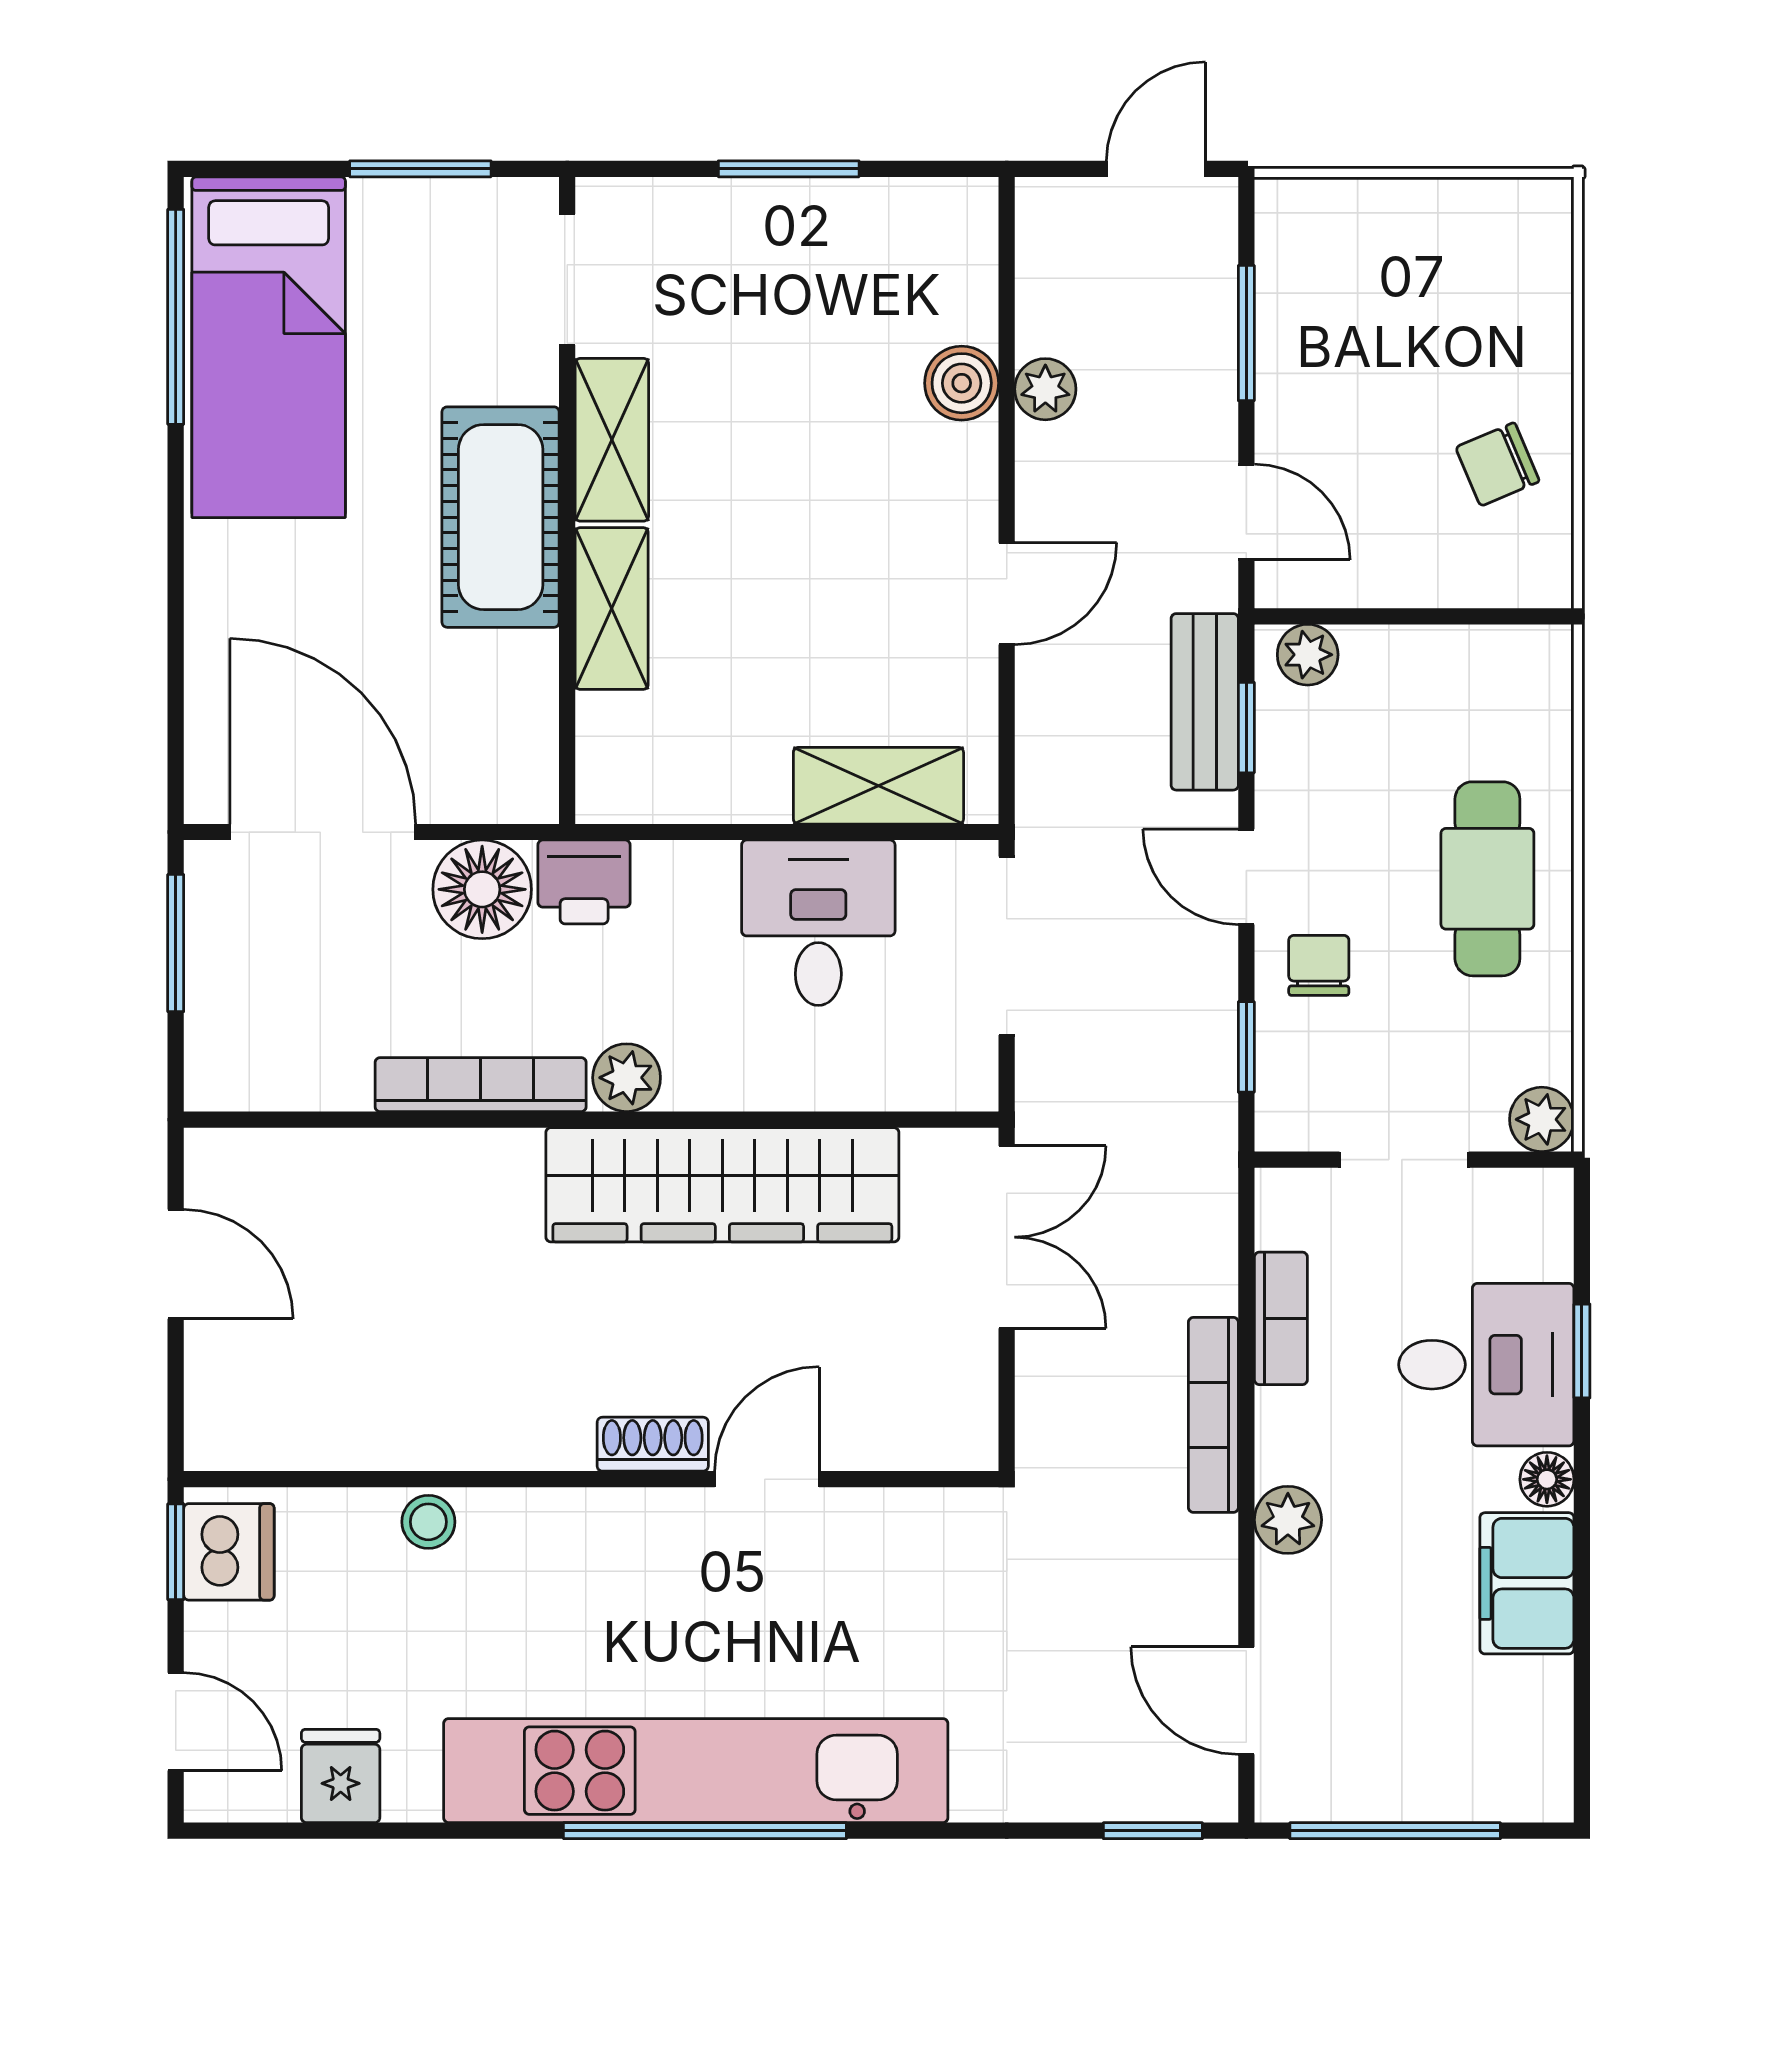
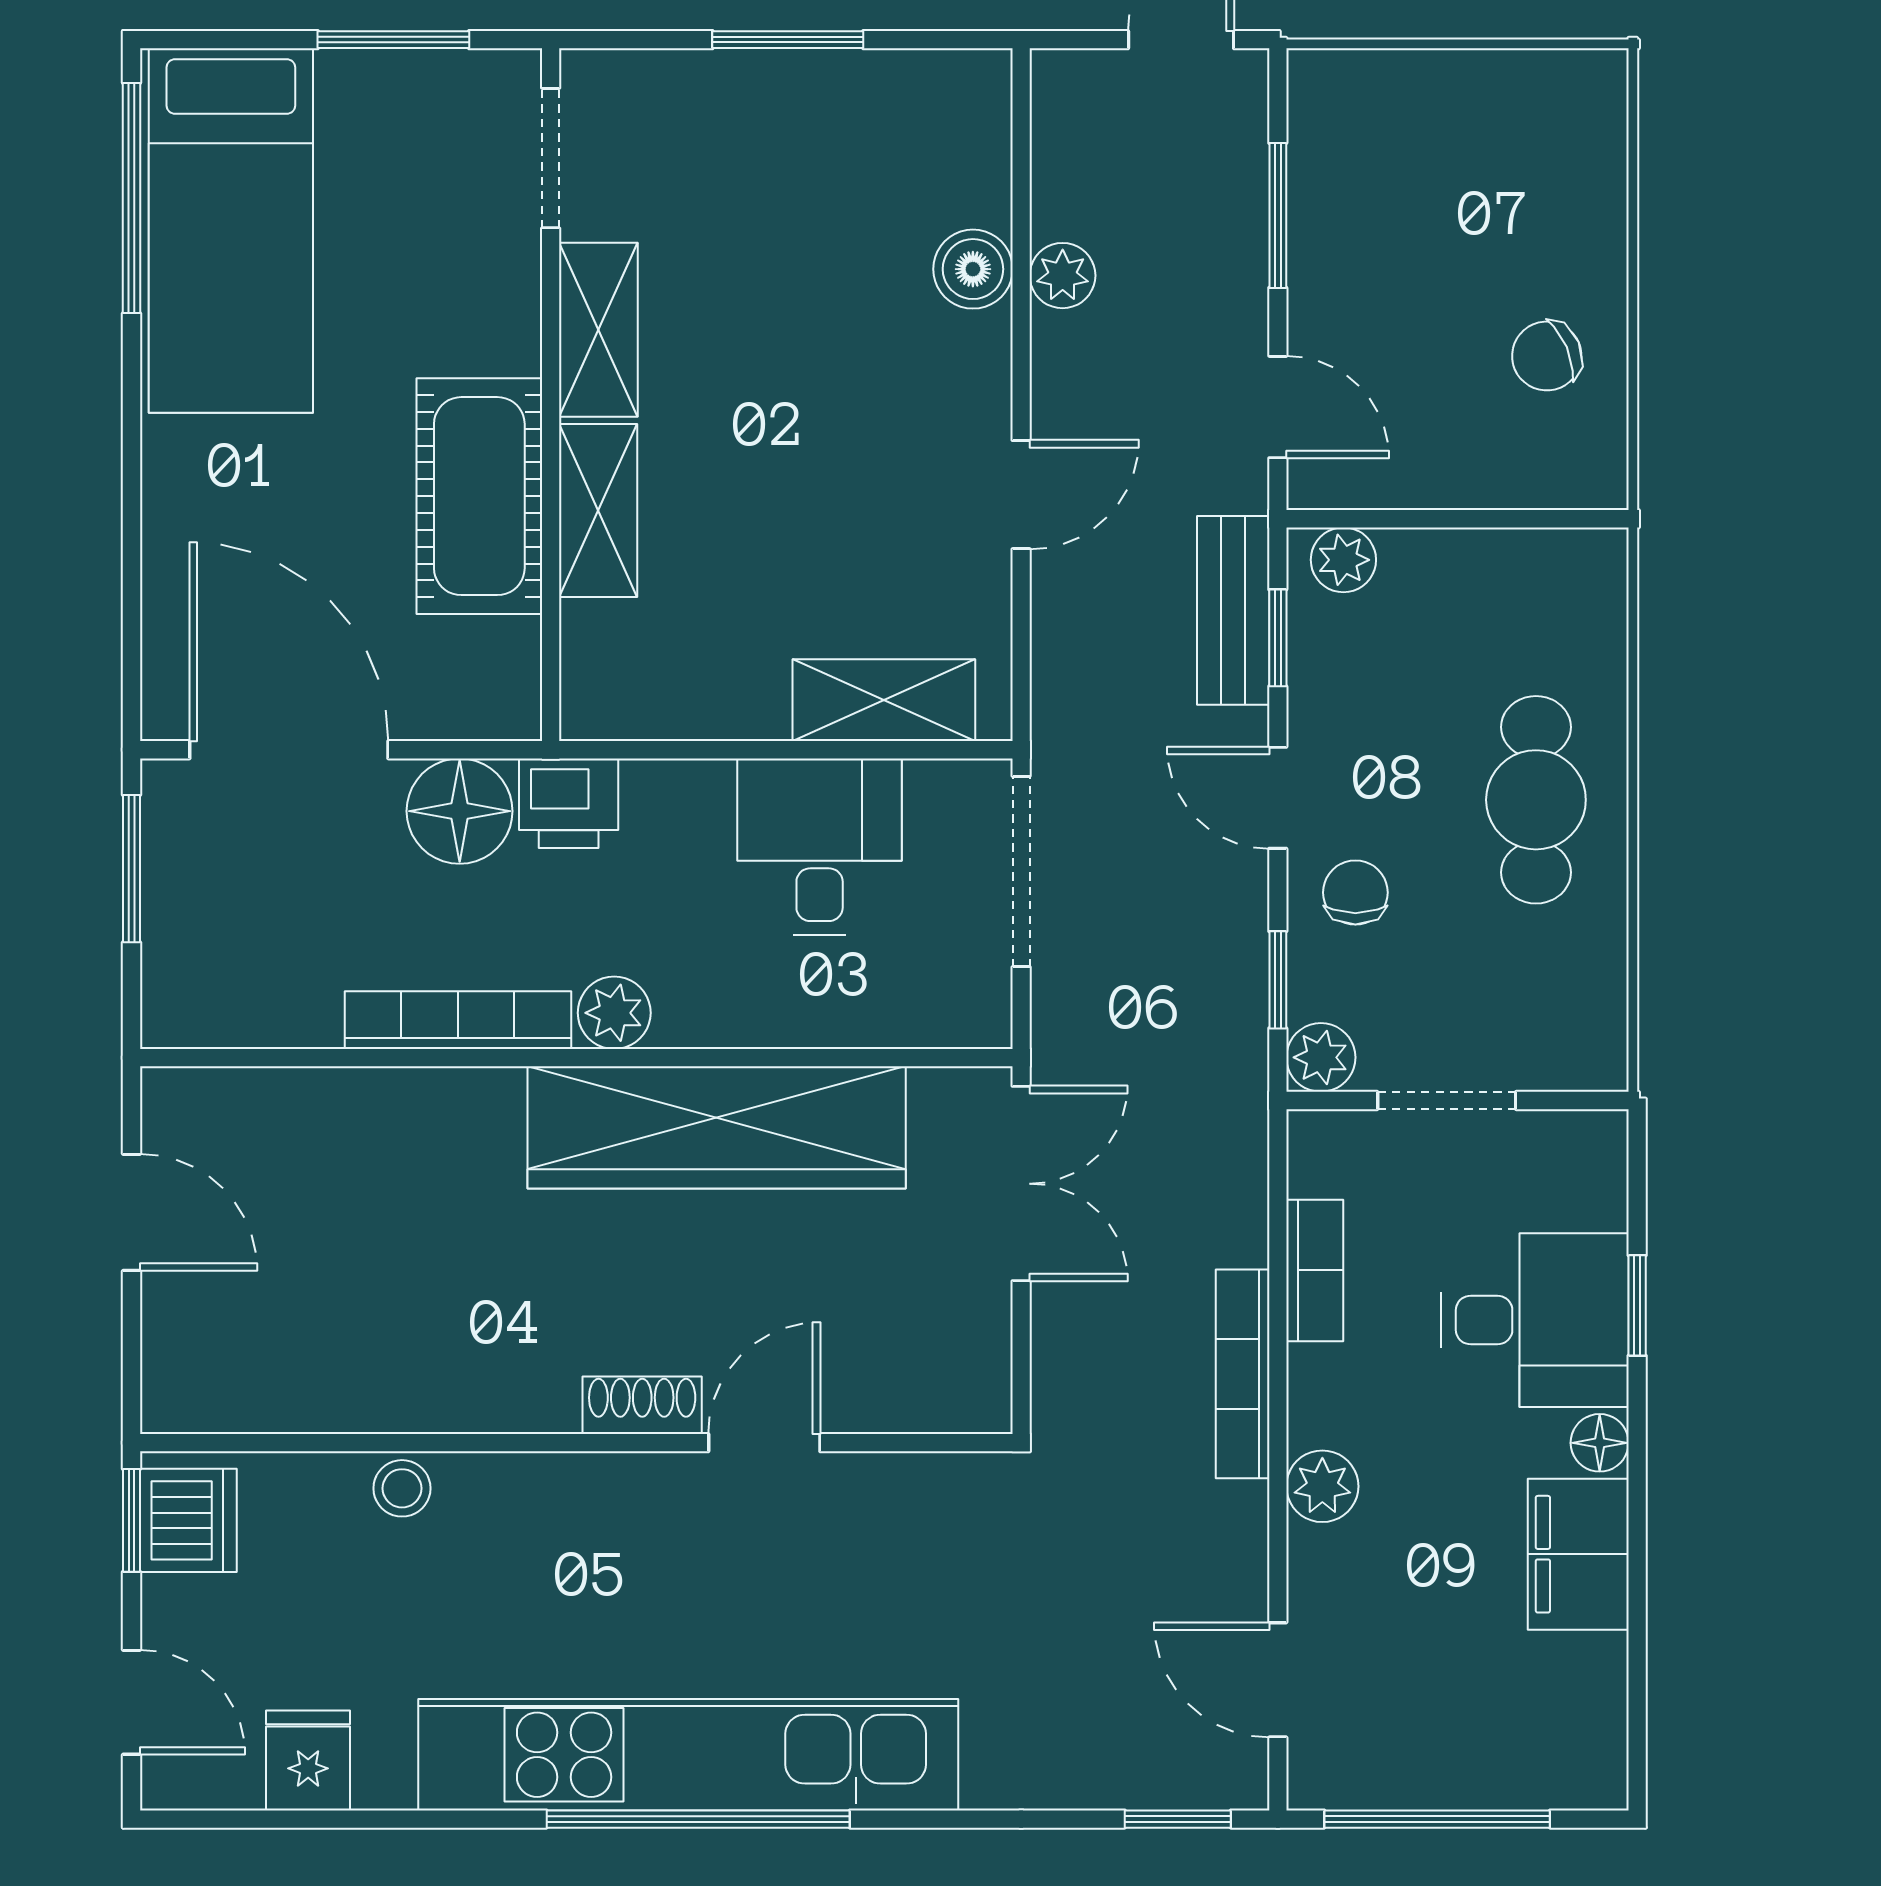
cot: (501, 517) -> (479, 496), moved
plant: (1542, 1119) -> (1321, 1057), moved

